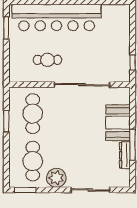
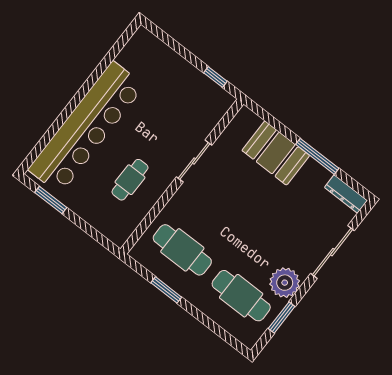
sliding door: (82, 85) -> (194, 161), width x0.54
dresser: (125, 155) -> (346, 194), moved
window: (25, 190) -> (282, 317), moved

